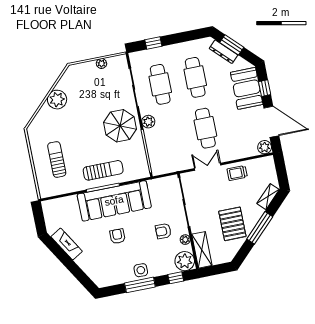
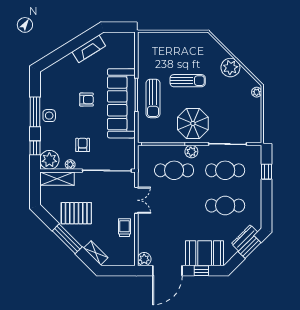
plant: (101, 64) -> (257, 92), moved
cafe table: (205, 128) -> (174, 170), moved
sun lounger: (57, 159) -> (188, 81), moved

